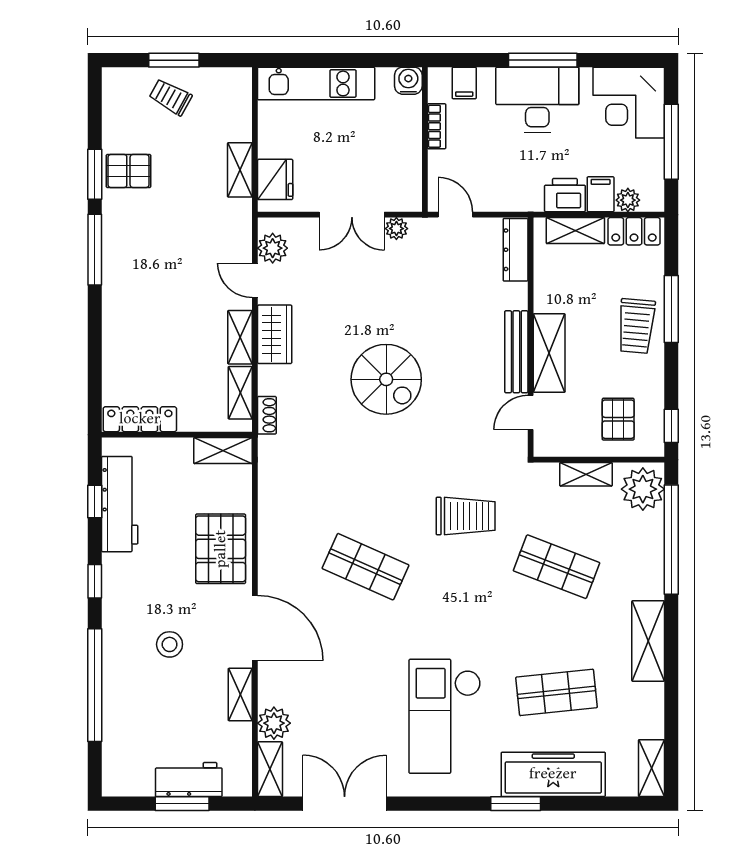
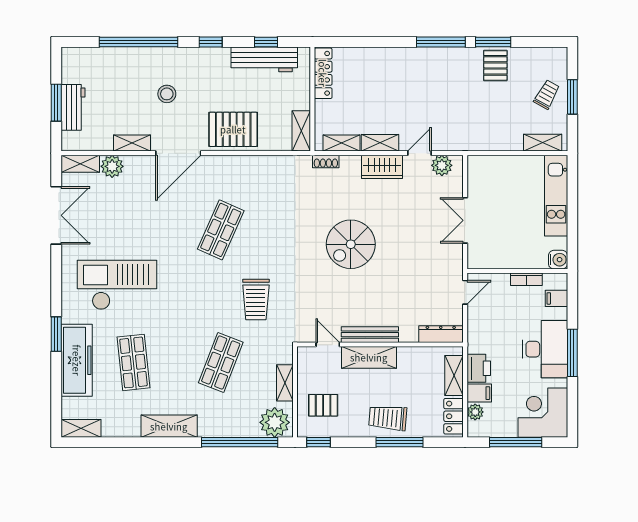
shelving: (240, 170) -> (543, 143), moved
fridge: (275, 179) -> (490, 167), removed
plant: (396, 229) -> (455, 251), removed

